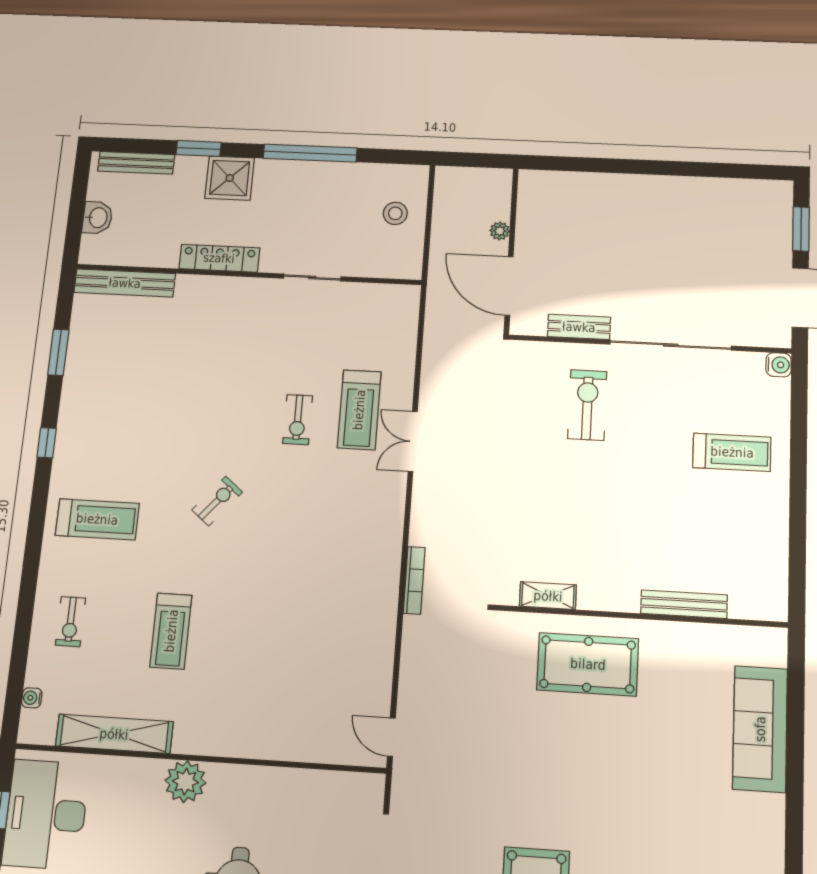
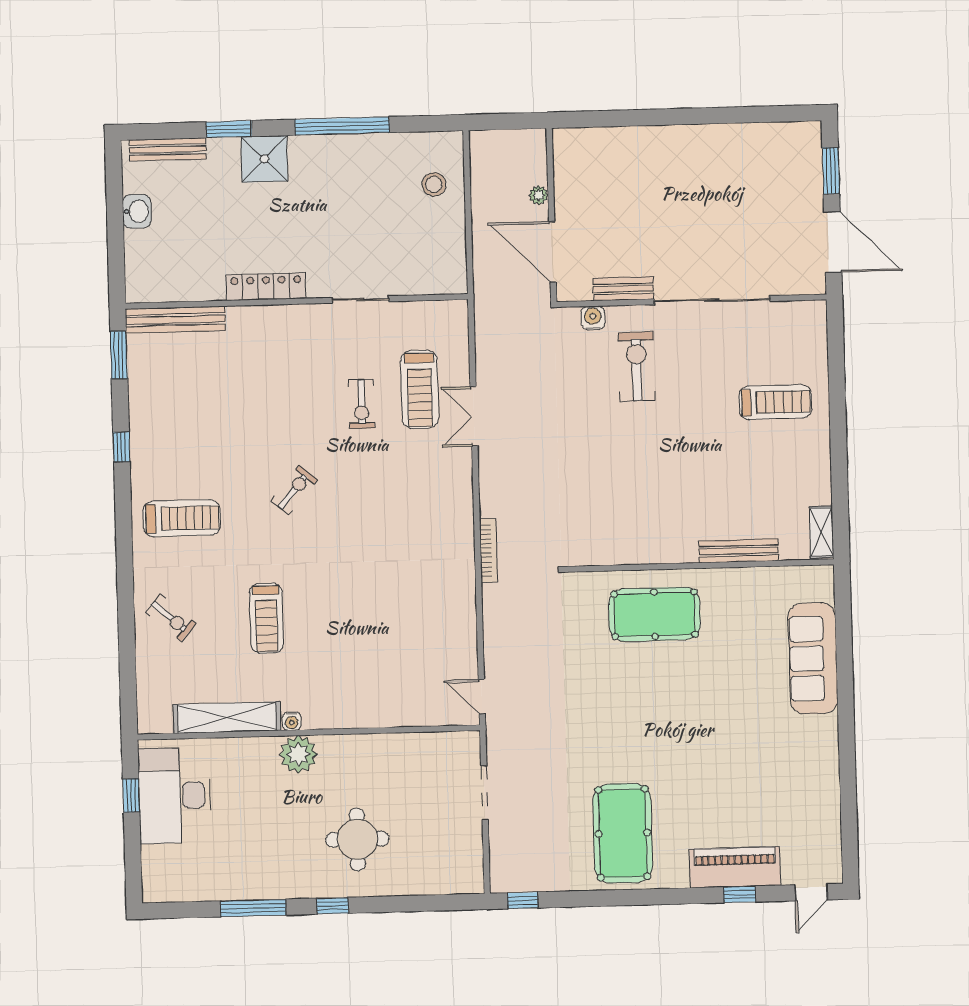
locker: (219, 258) -> (266, 287), moved
wall: (248, 274) -> (297, 301), moved
sliding door: (312, 277) -> (360, 300), moved
bench: (125, 283) -> (175, 320), moved
water cooler: (779, 365) -> (593, 318), moved, turned -90
shelving: (548, 596) -> (821, 532), moved, turned 90
exercise bike: (71, 622) -> (171, 618), turned -49
water cooler: (32, 698) -> (292, 721), moved, turned -90

